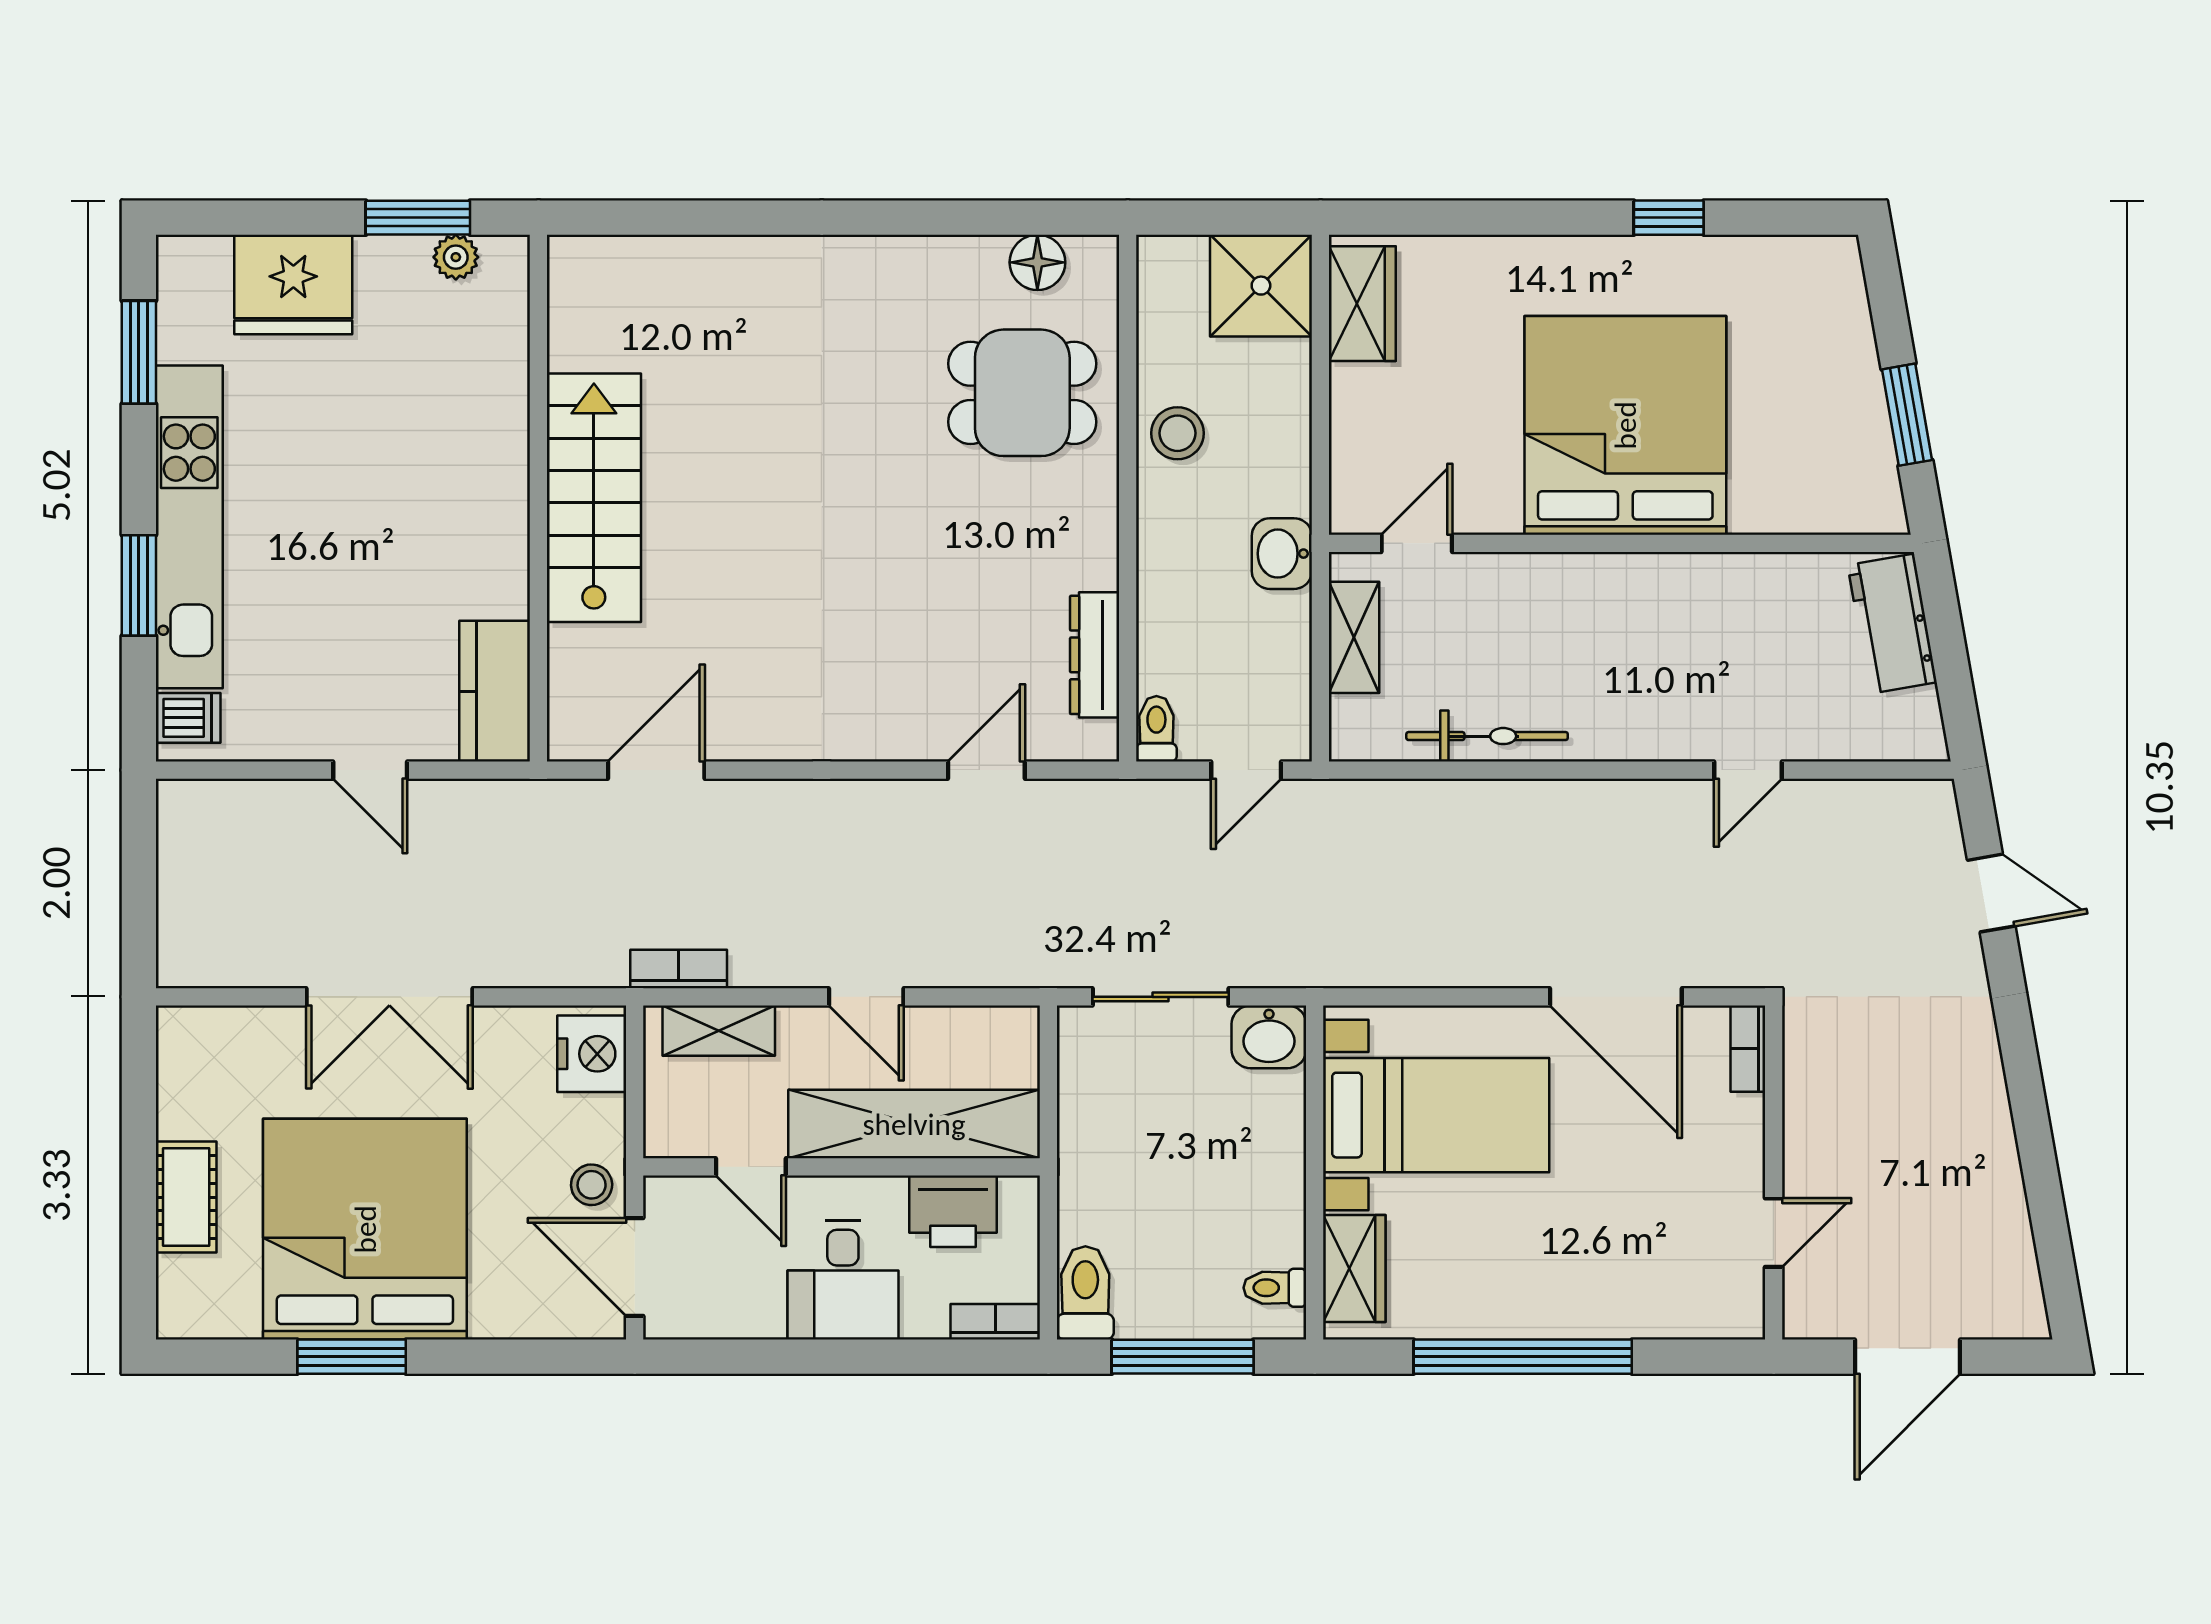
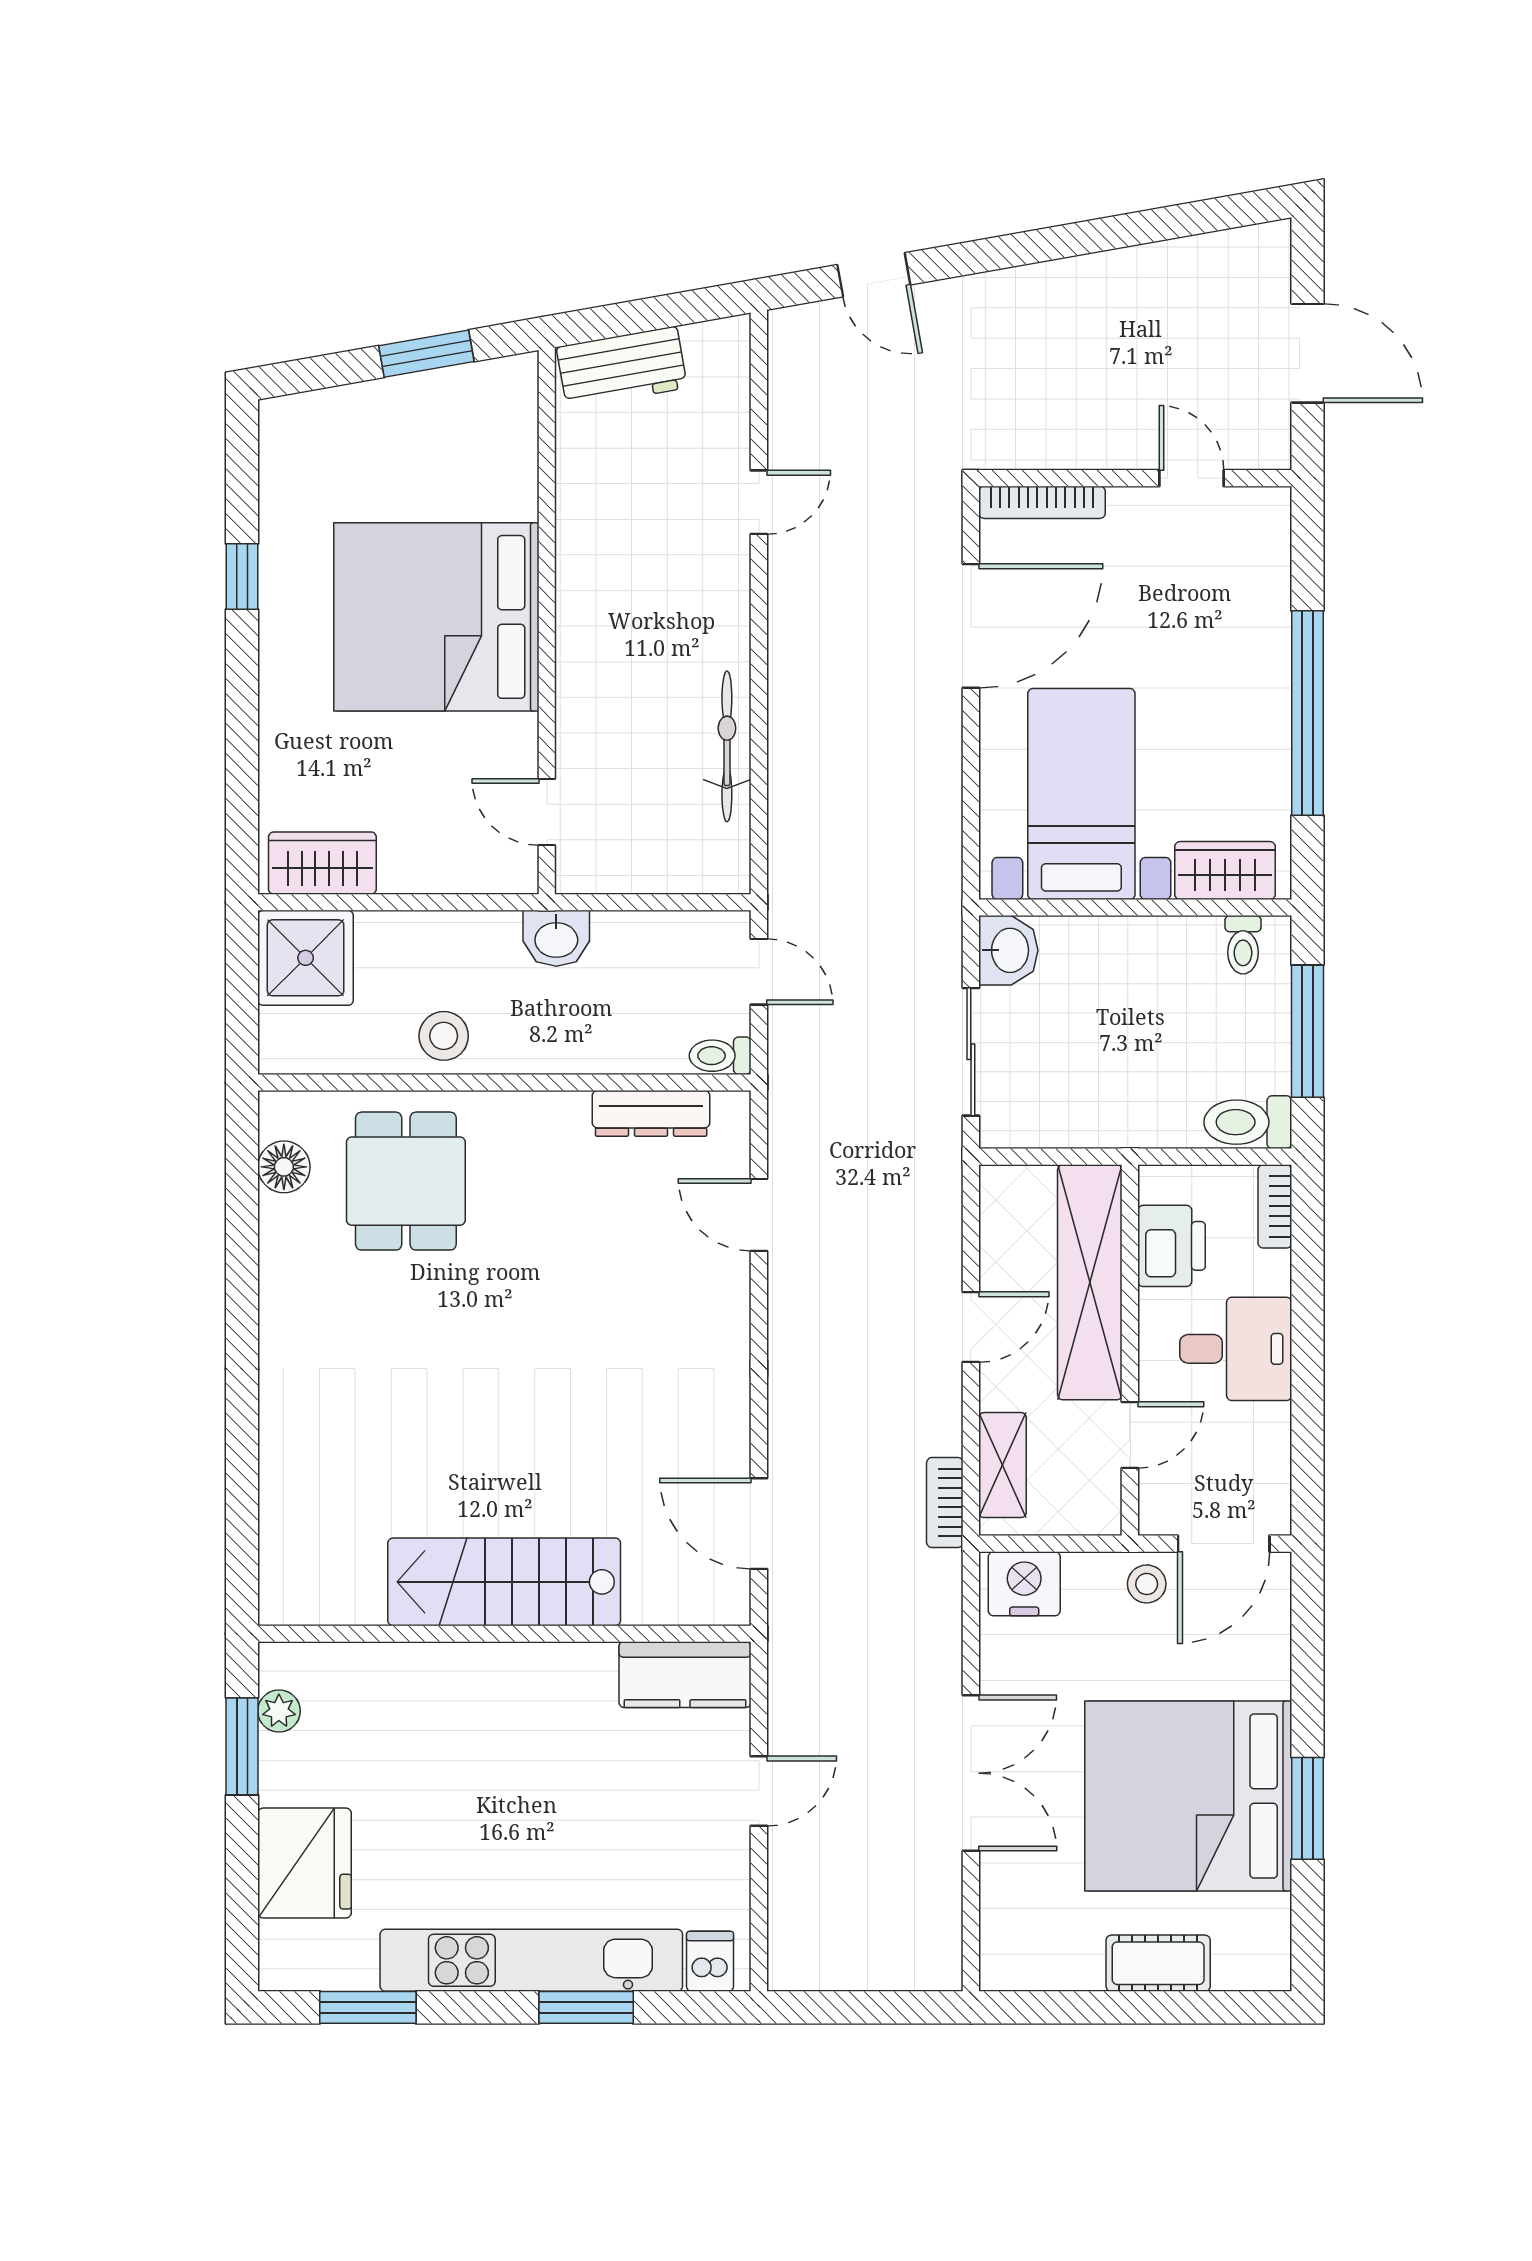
shelving: (1354, 637) -> (635, 871), removed
door: (1748, 770) -> (759, 502), hinge flipped
door: (1991, 893) -> (874, 275), swing flipped
bookcase: (1748, 1049) -> (1042, 502), width x1.56

